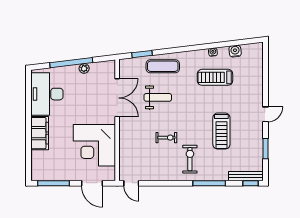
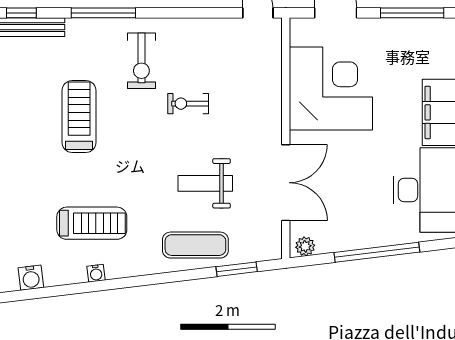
water cooler: (235, 51) -> (31, 278), moved
plant: (84, 68) -> (305, 246), moved
double door: (117, 98) -> (286, 183), swing flipped

